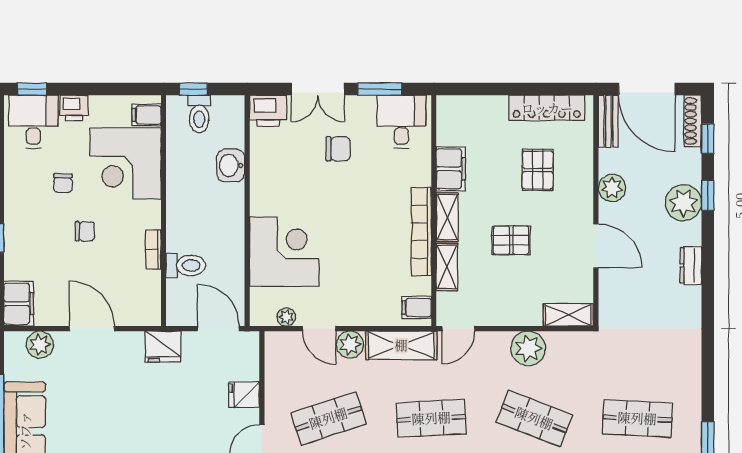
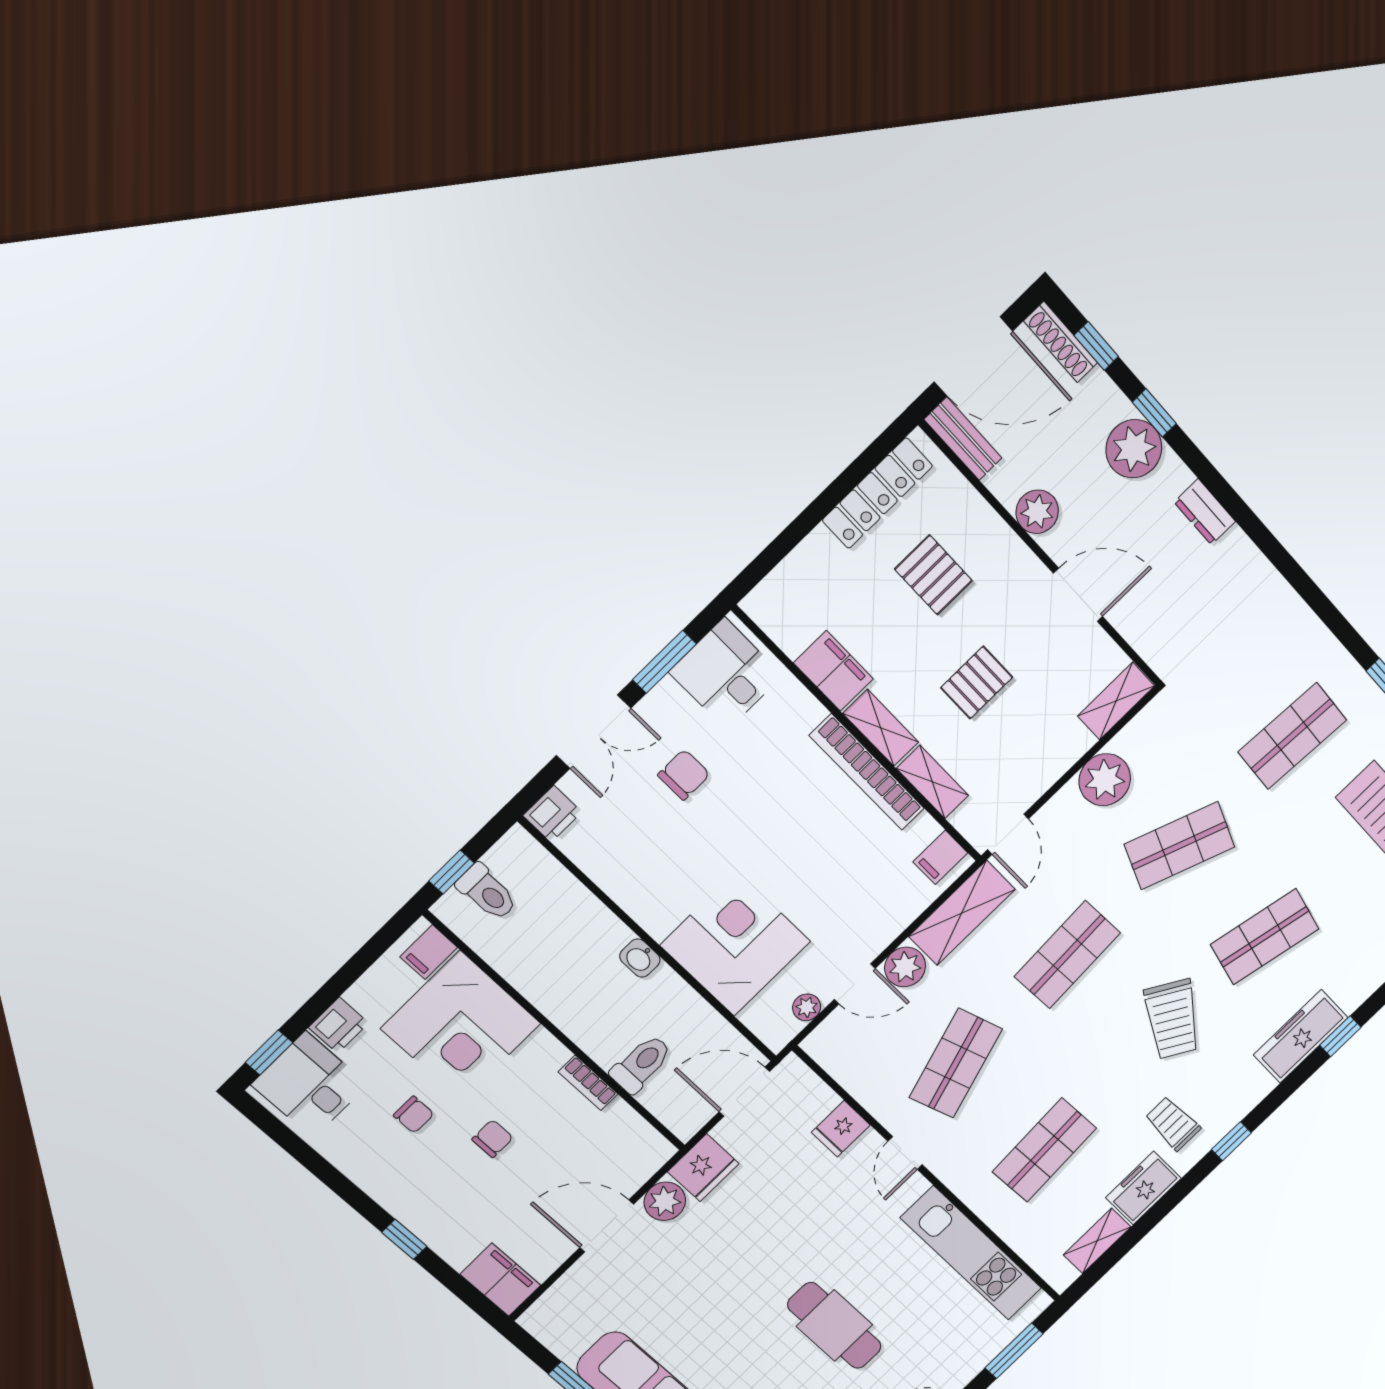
printer: (268, 111) -> (552, 814), width x0.73, depth x0.81
washbasin: (231, 165) -> (640, 958), moved, width x0.72, depth x0.69
plant: (40, 345) -> (665, 1201), moved

